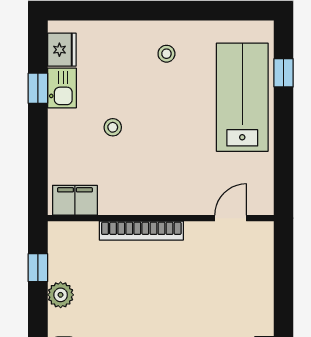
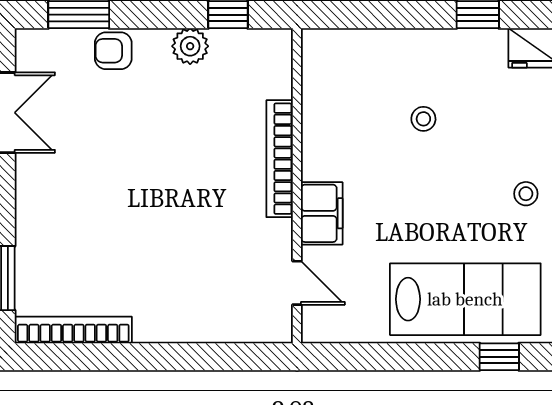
kitchen sink: (62, 88) -> (478, 48), removed
filing cabinet: (75, 200) -> (322, 213), moved

